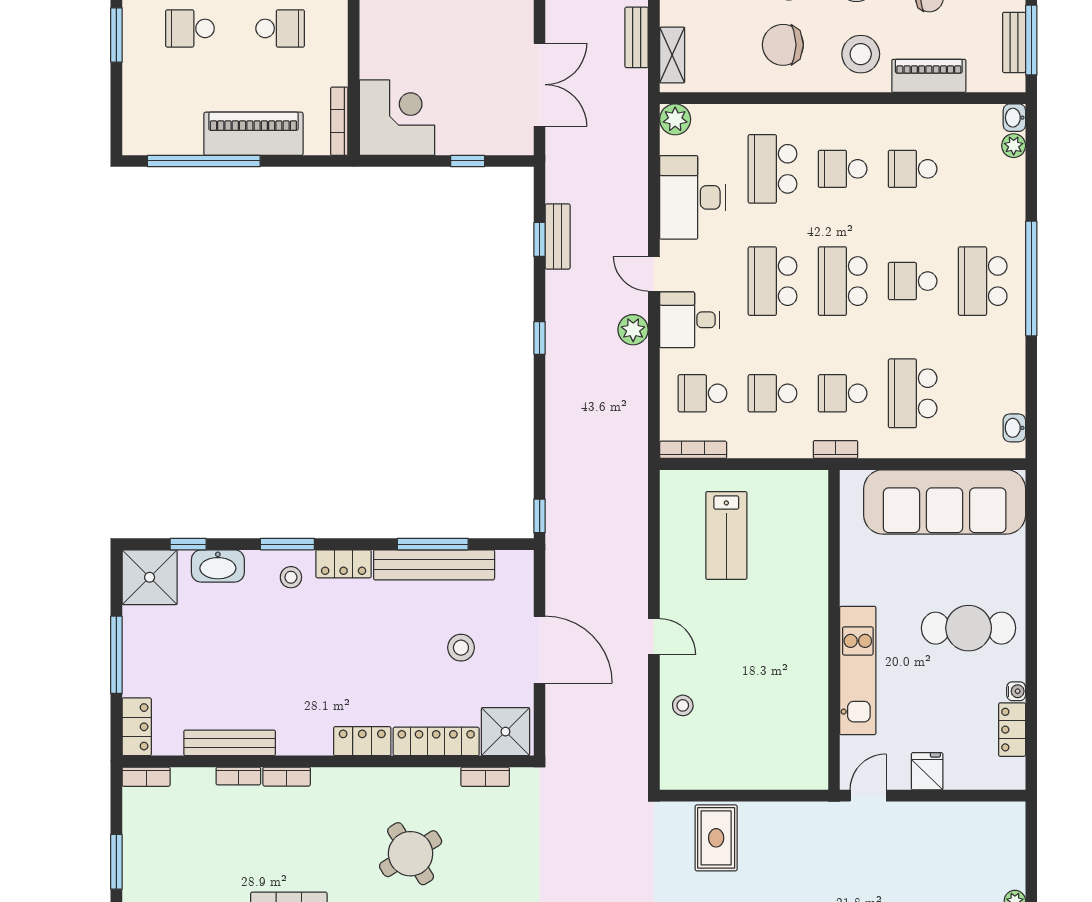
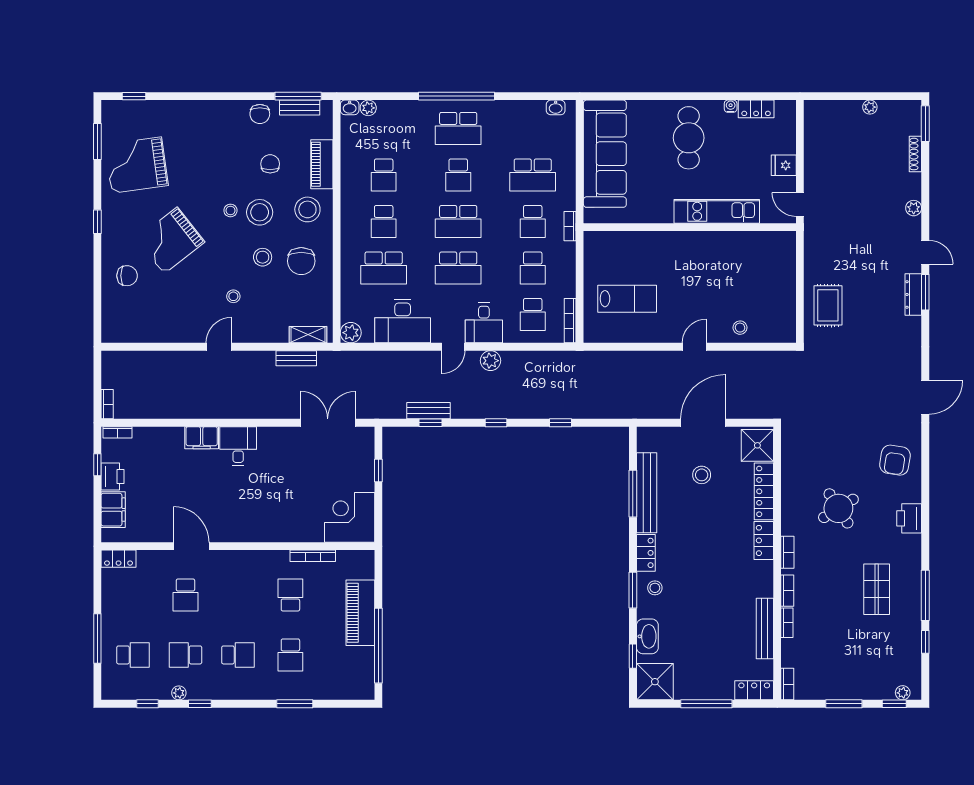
bookcase: (339, 121) -> (313, 556), moved
window: (540, 516) -> (561, 423), moved
bookcase: (485, 777) -> (787, 552), moved
rug: (716, 838) -> (828, 305), turned 90

